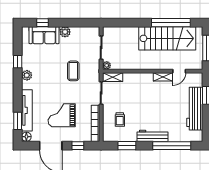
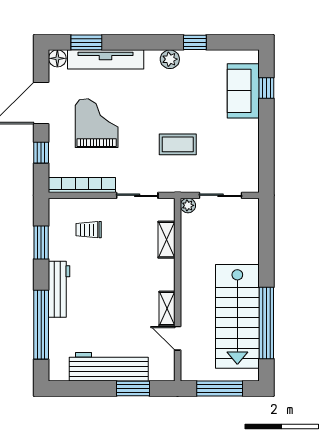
plant: (65, 32) -> (249, 129), removed
shelving: (113, 77) -> (166, 240), moved

